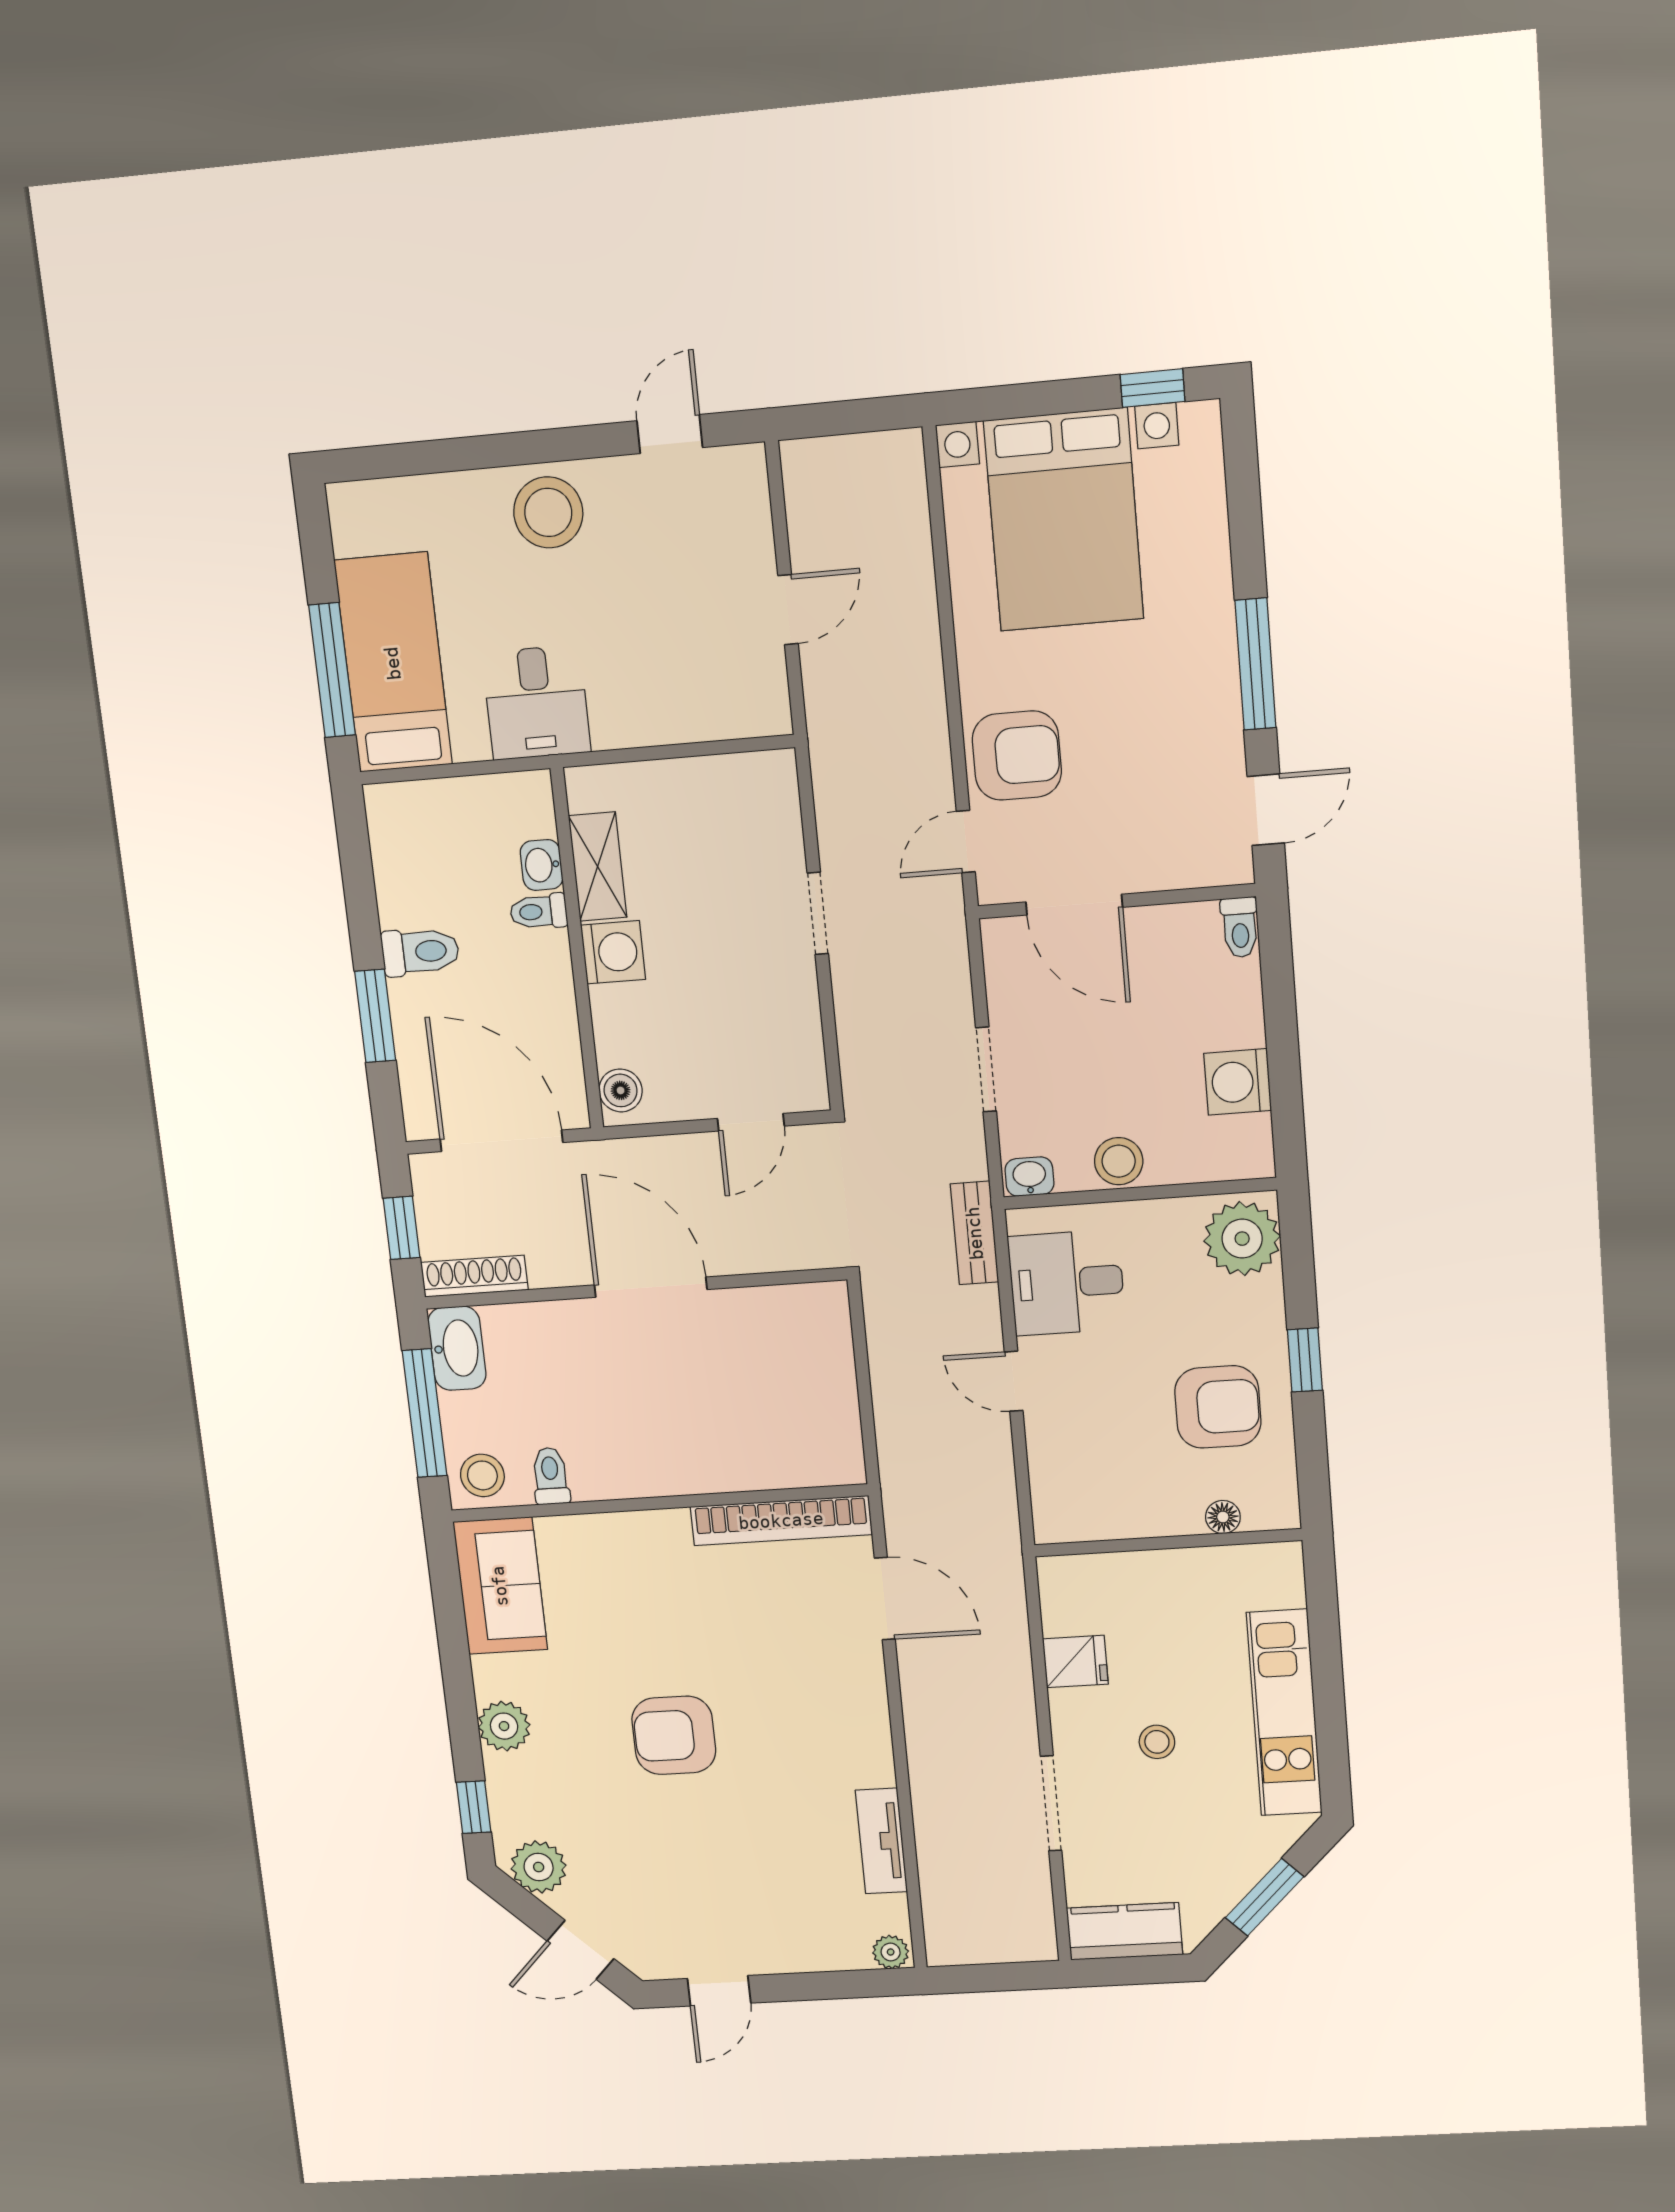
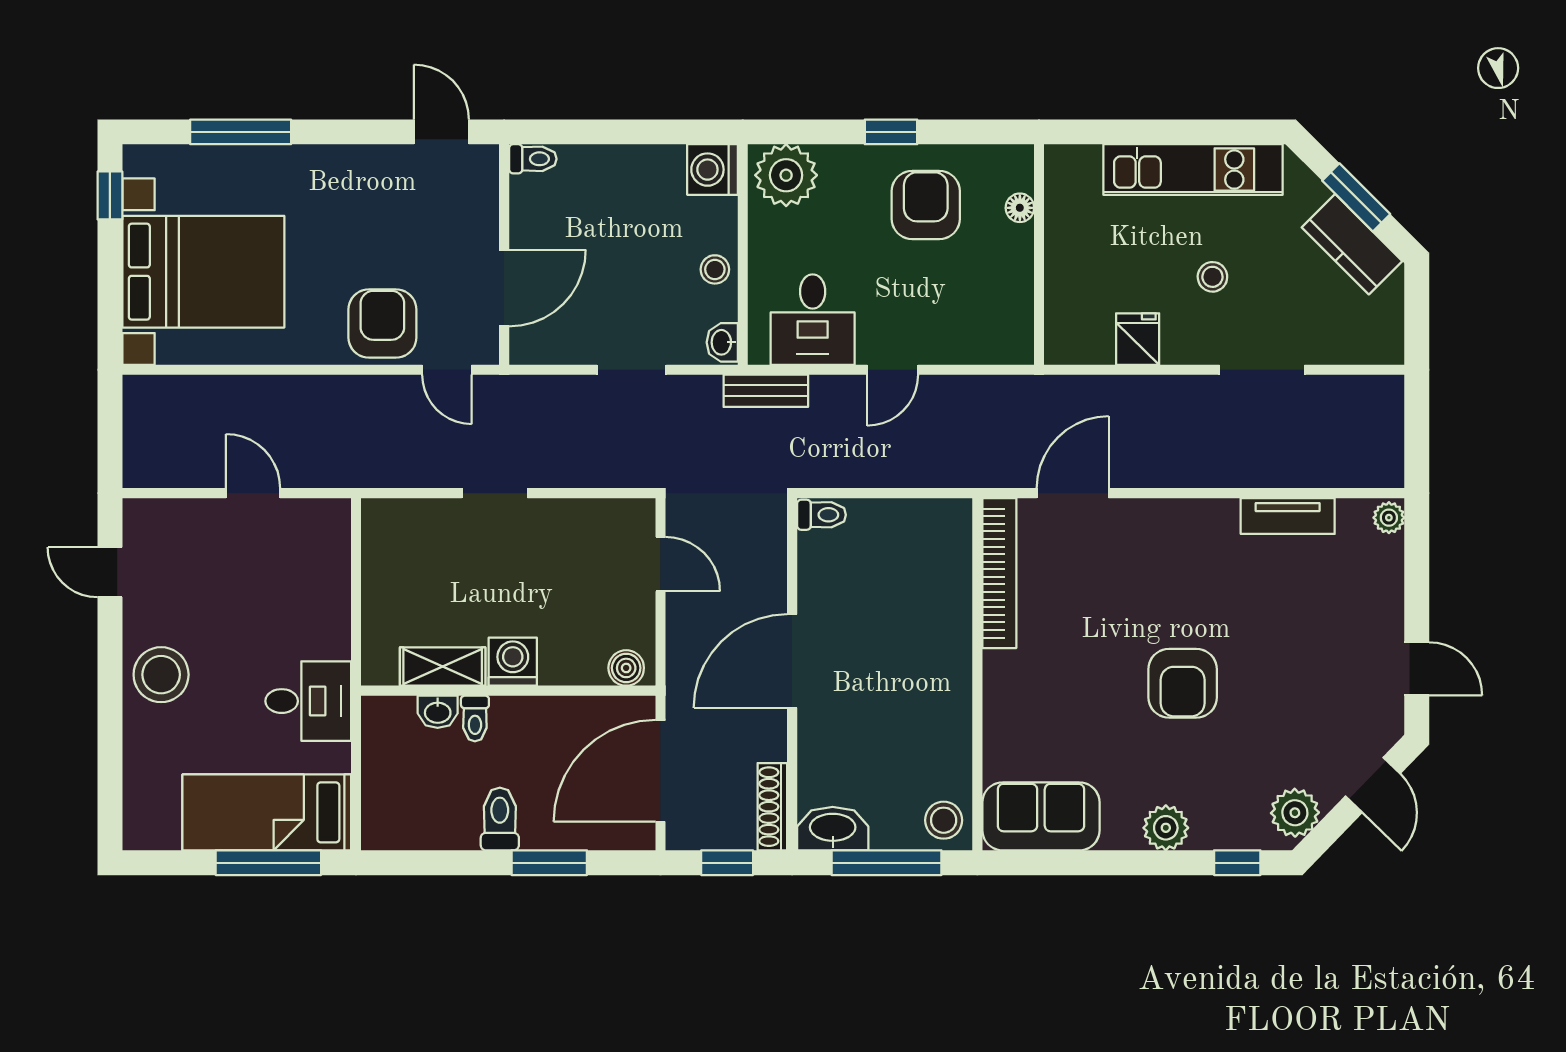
window: (1255, 664) -> (241, 132), moved
washing machine: (1238, 1082) -> (713, 170), moved, turned 90
stool: (1119, 1161) -> (715, 269), width x0.73, depth x0.73
toilet: (551, 1476) -> (822, 515), moved, turned 180
kitchen counter: (1124, 1931) -> (1352, 244), moved, turned -45

